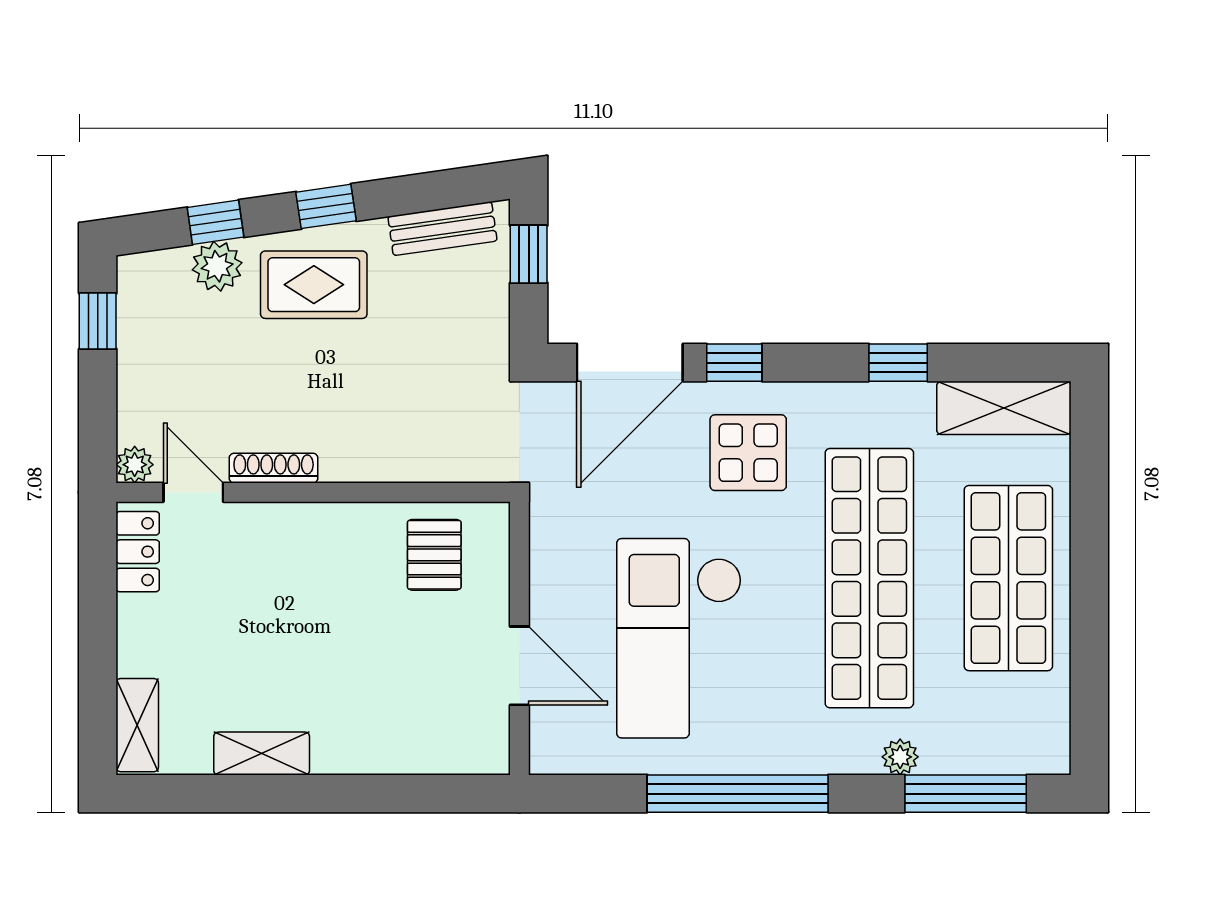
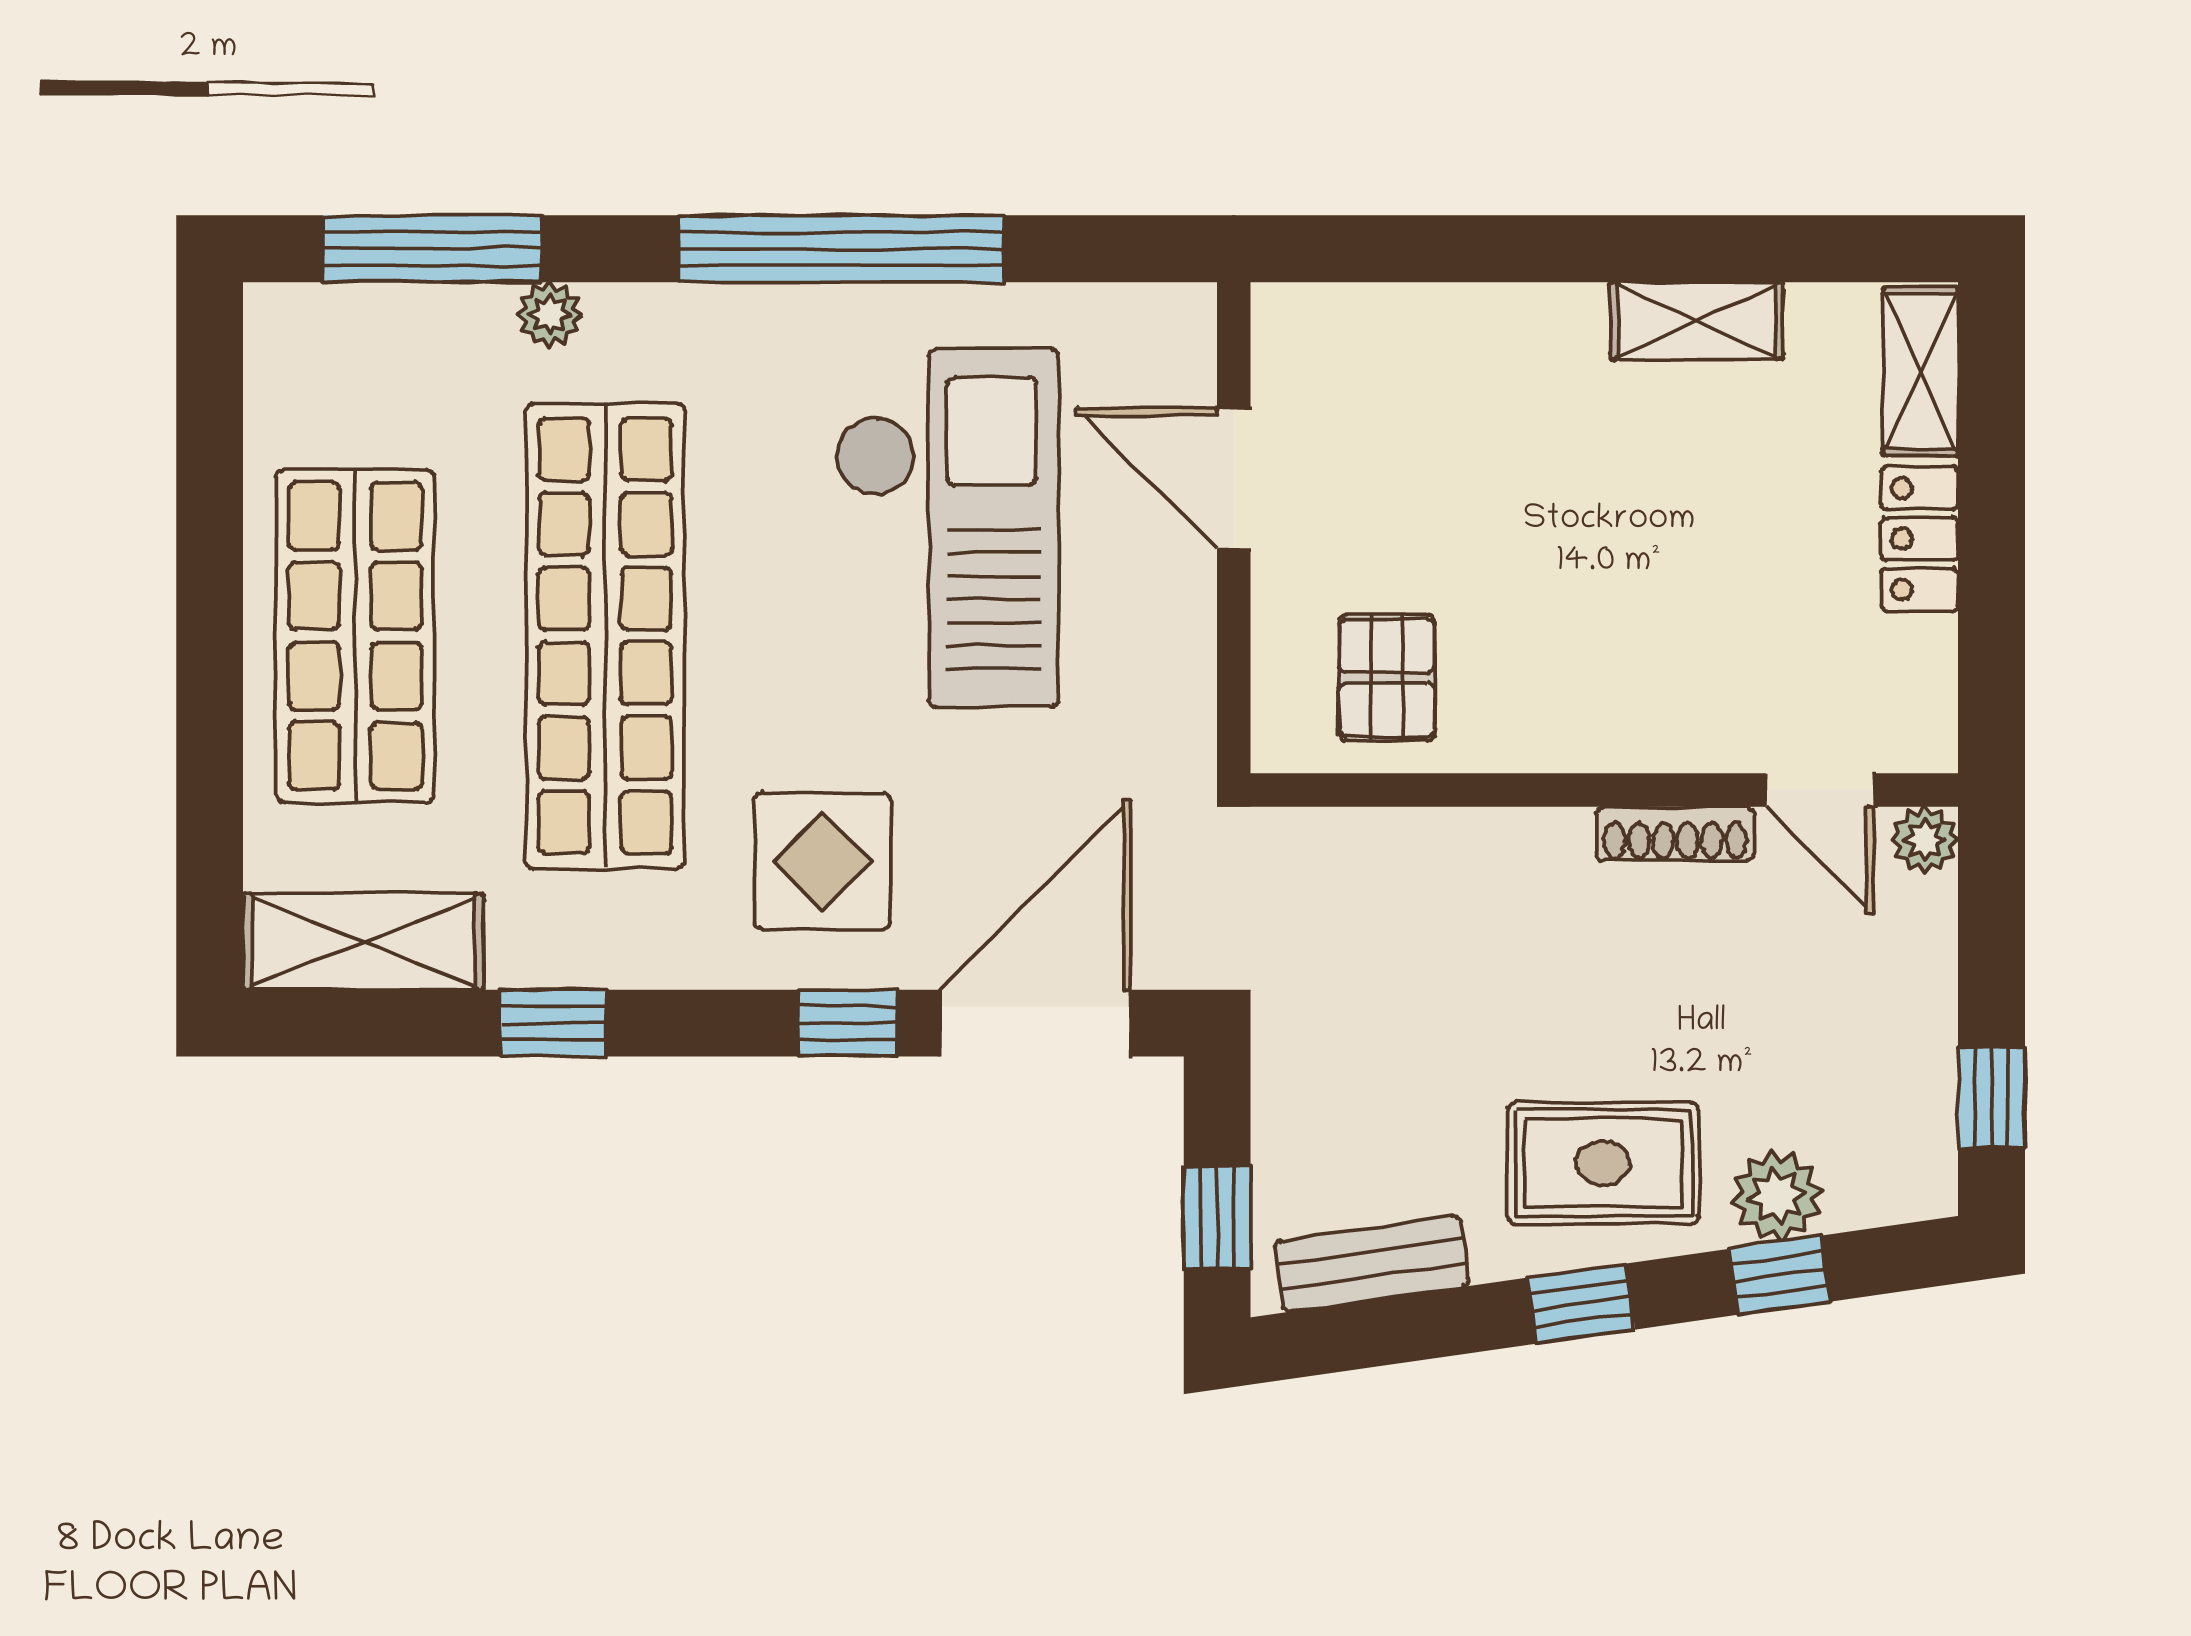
locker: (138, 552) -> (1920, 539), moved

